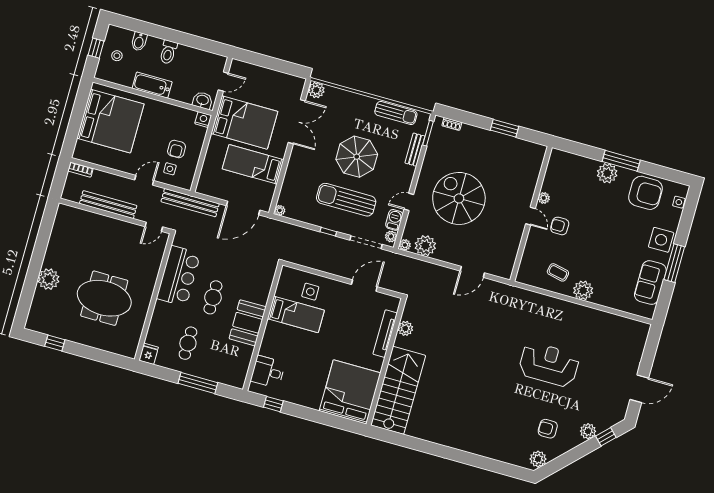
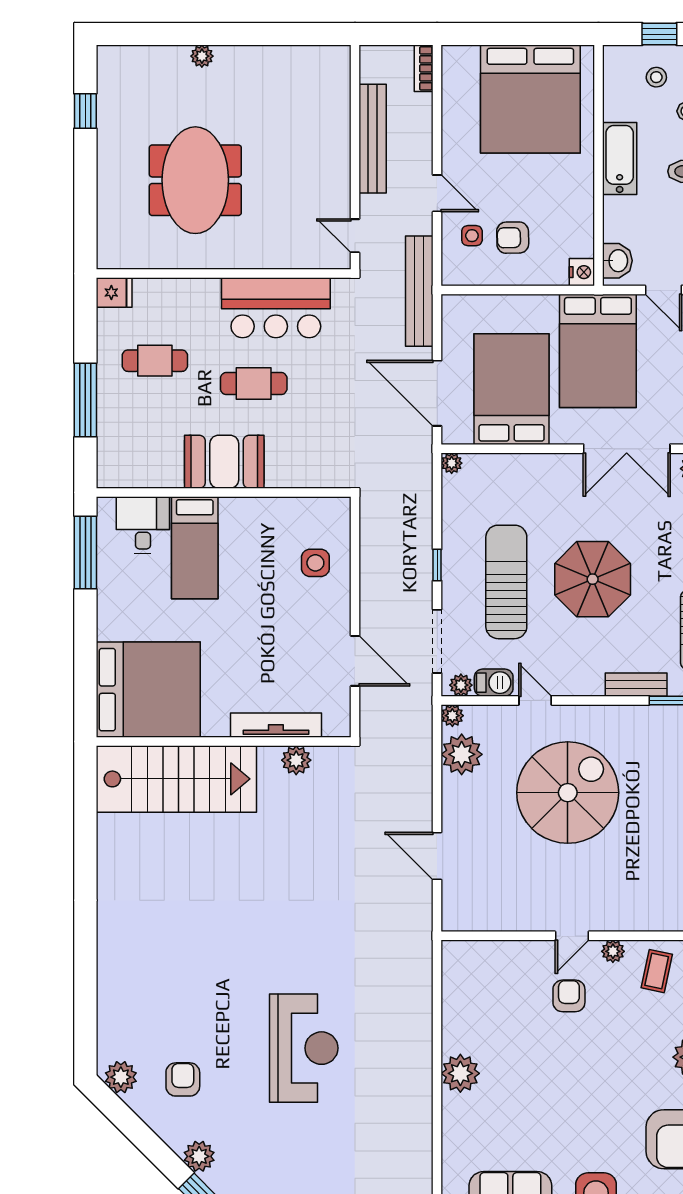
bed: (253, 164) -> (512, 389), width x1.50
coffee table: (558, 272) -> (657, 971), moved
plant: (49, 279) -> (202, 56), width x0.53, depth x0.53
bed: (296, 314) -> (195, 548), moved
window: (273, 404) -> (85, 552), width x2.17

